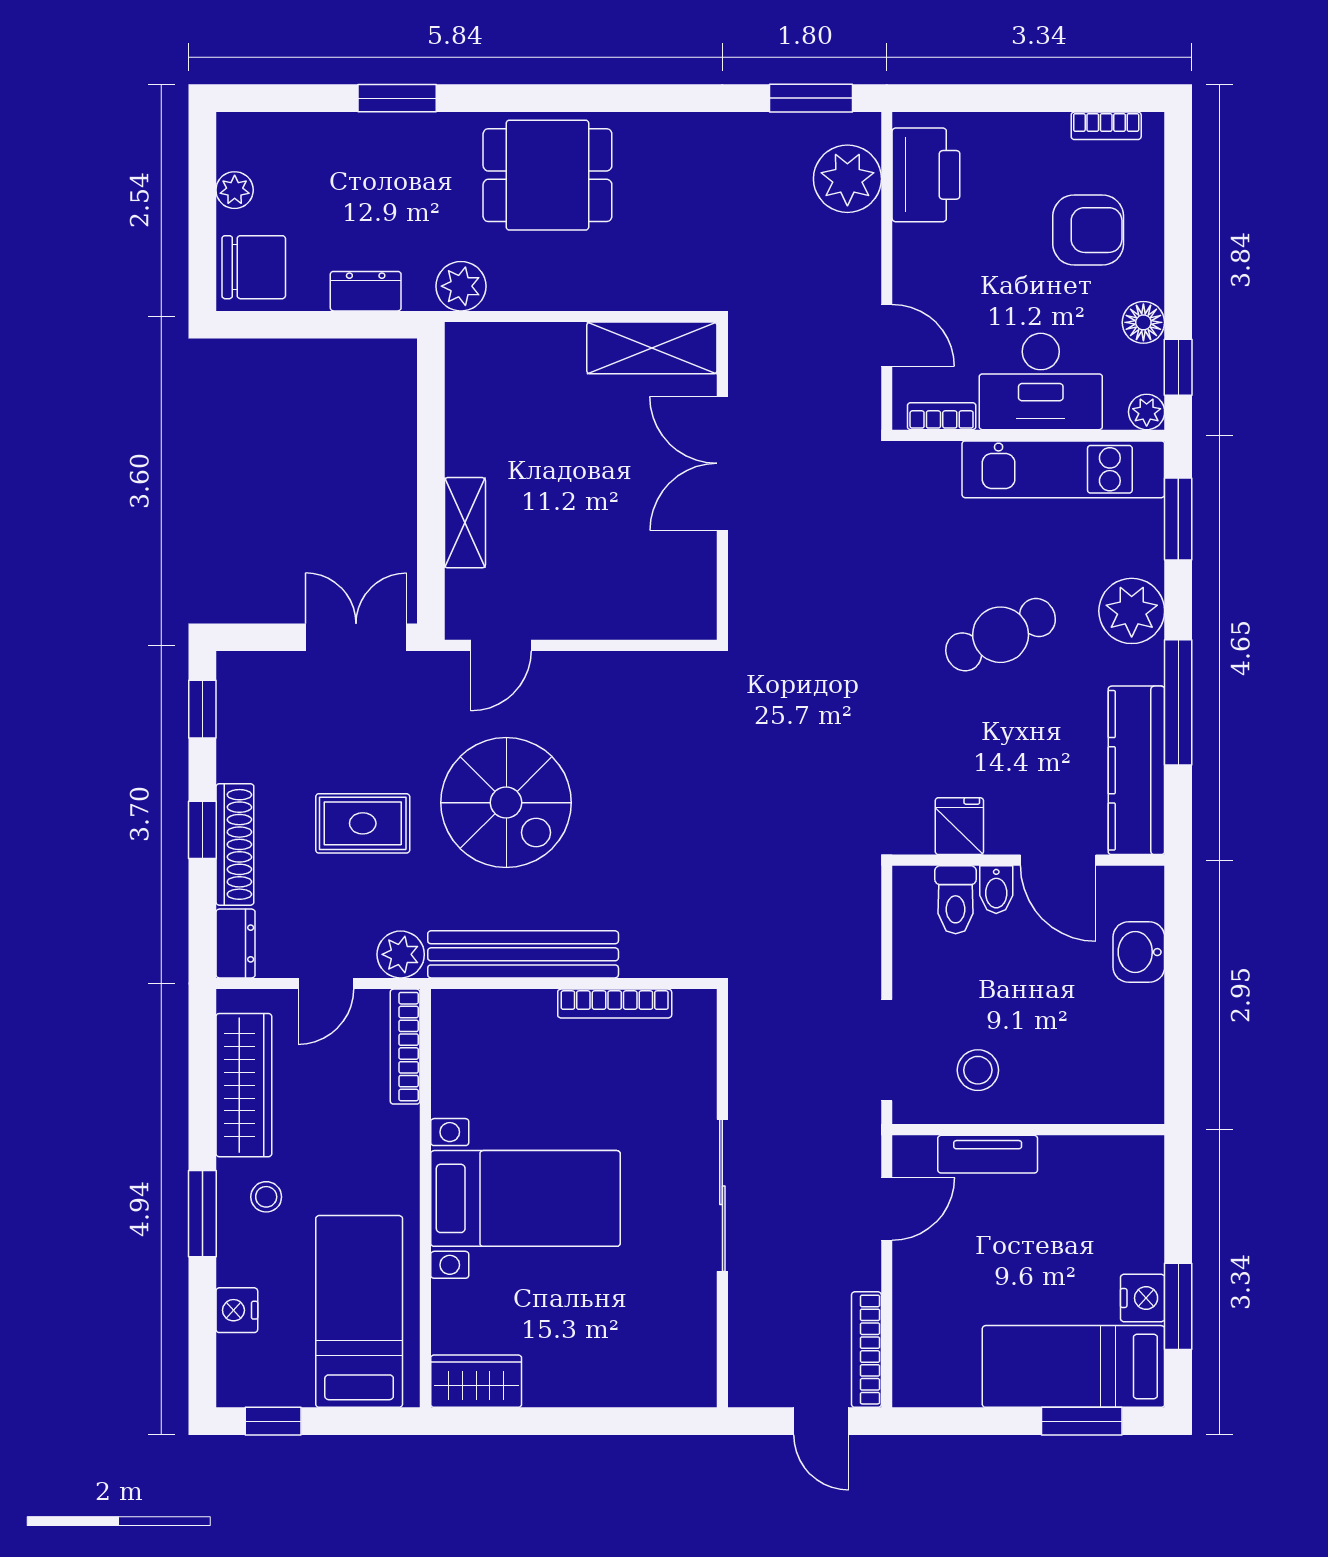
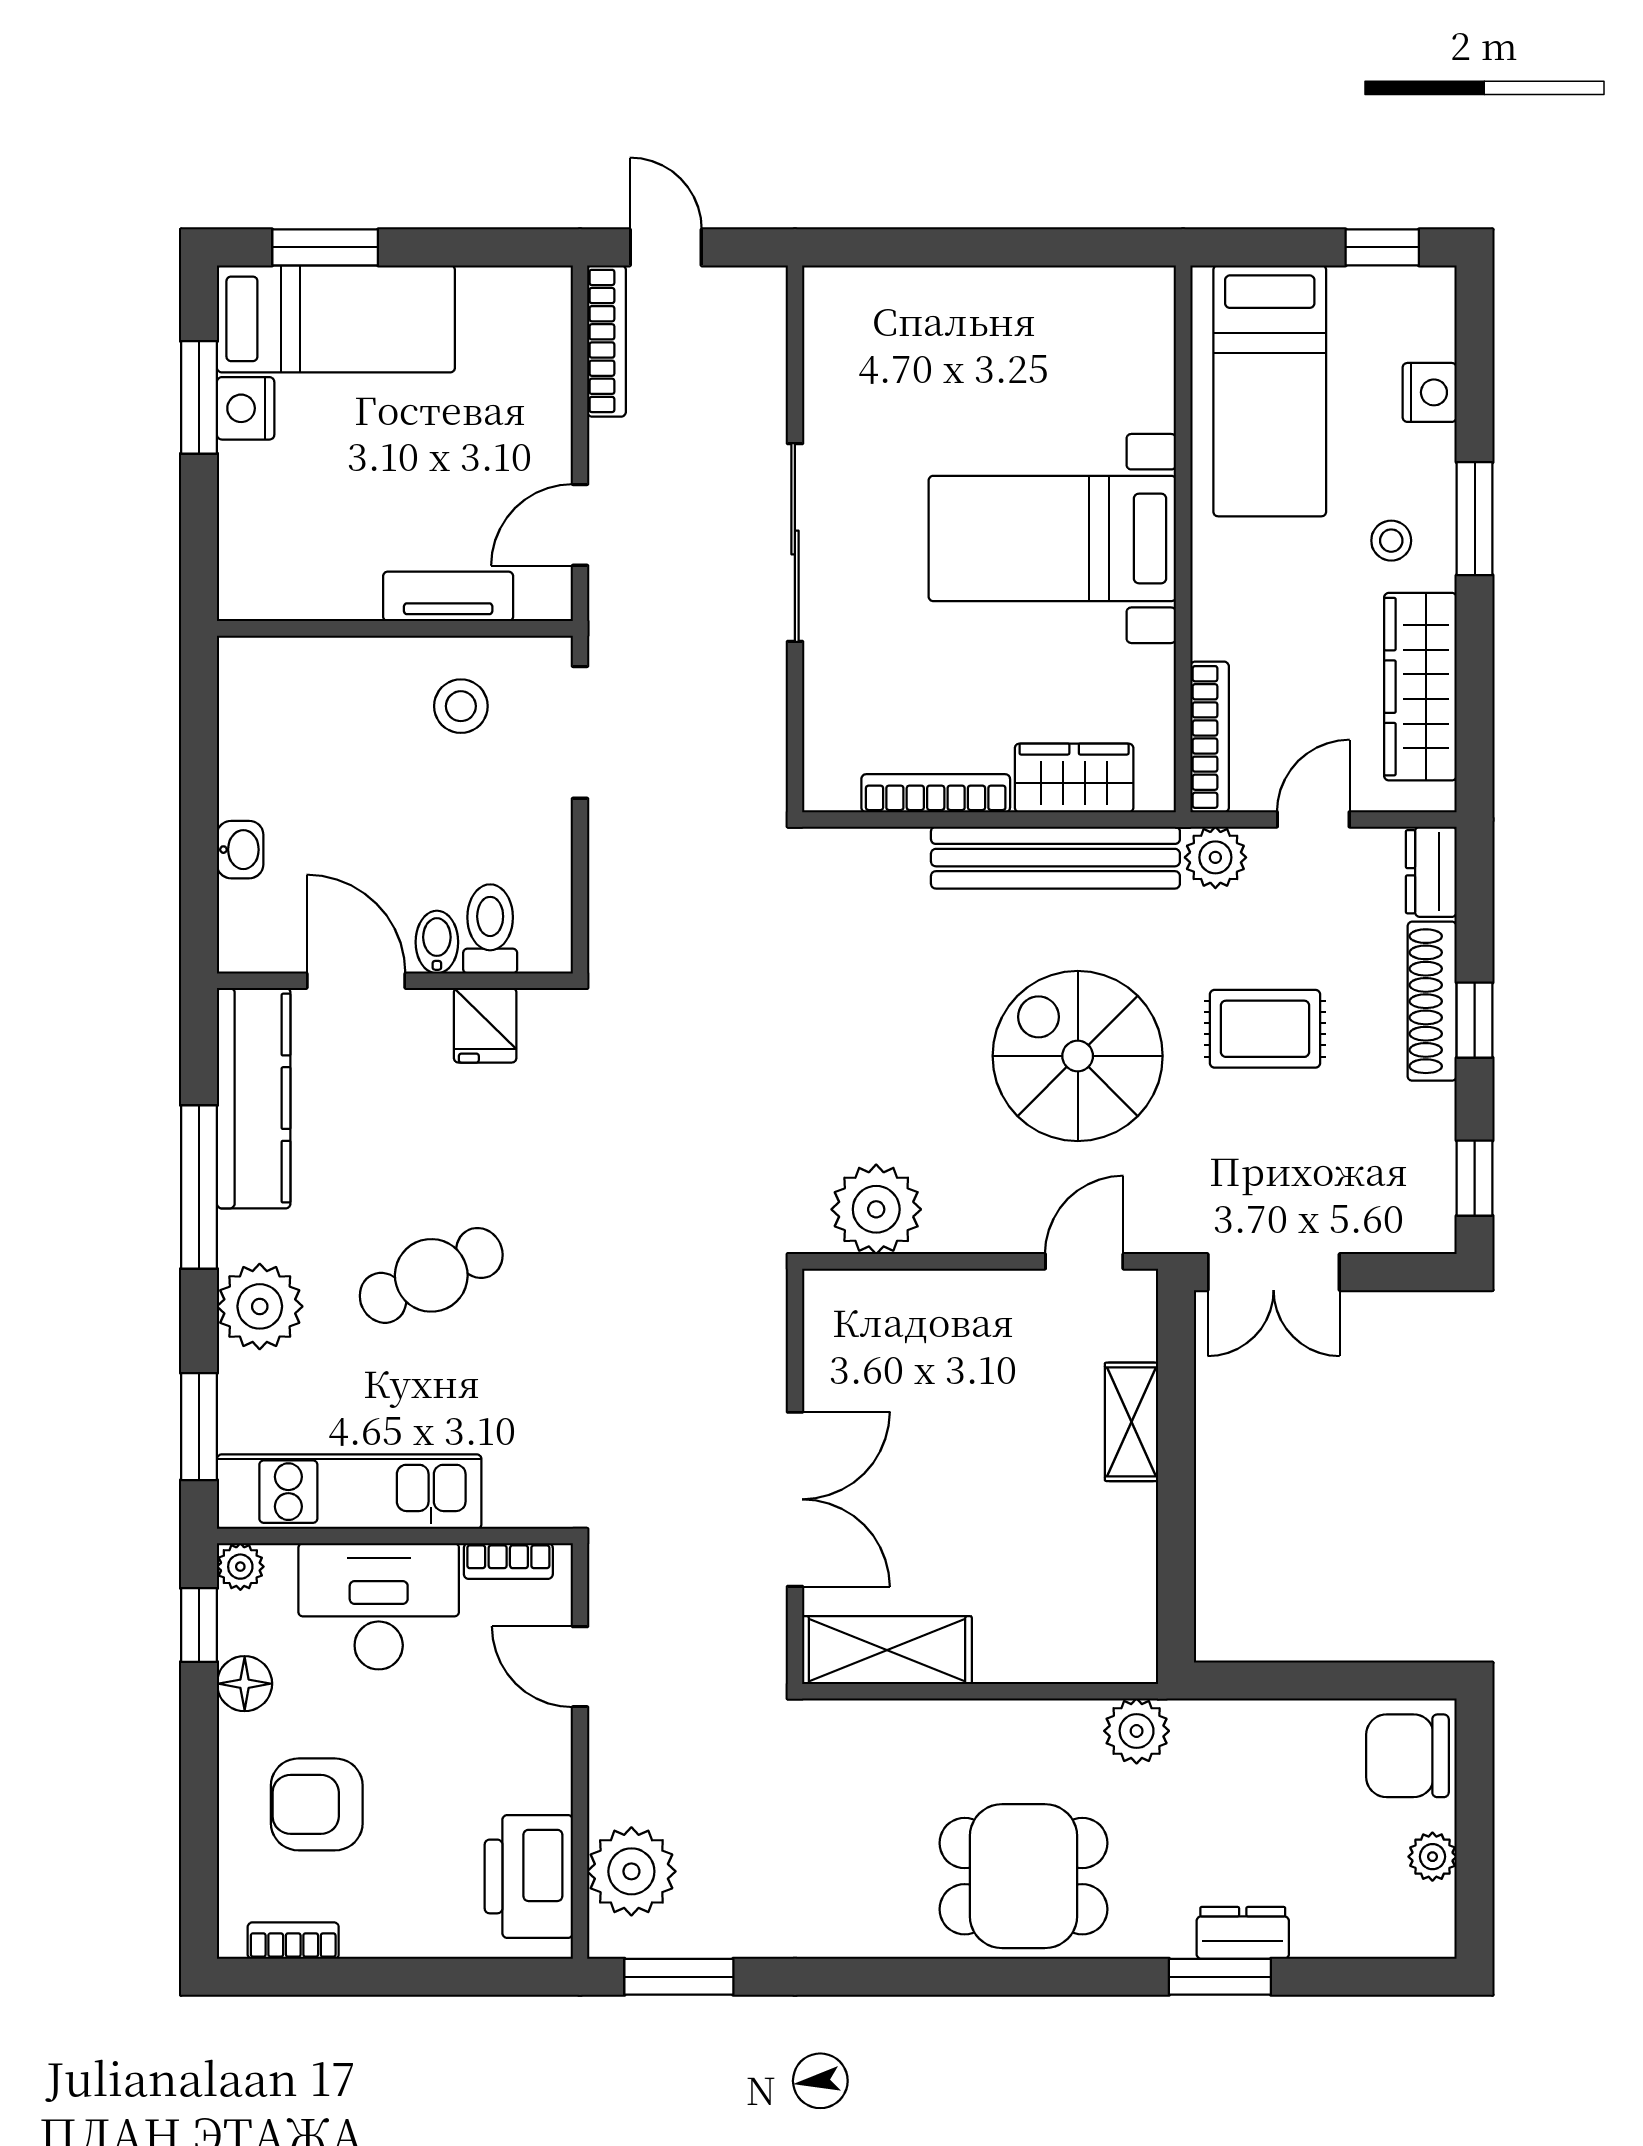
dresser: (366, 291) -> (1243, 1933), moved, turned 180
plant: (660, 685) -> (876, 1209), added
washbasin: (1139, 952) -> (240, 850), width x0.72, depth x0.69
wardrobe: (476, 1381) -> (1074, 778), moved, turned 180

